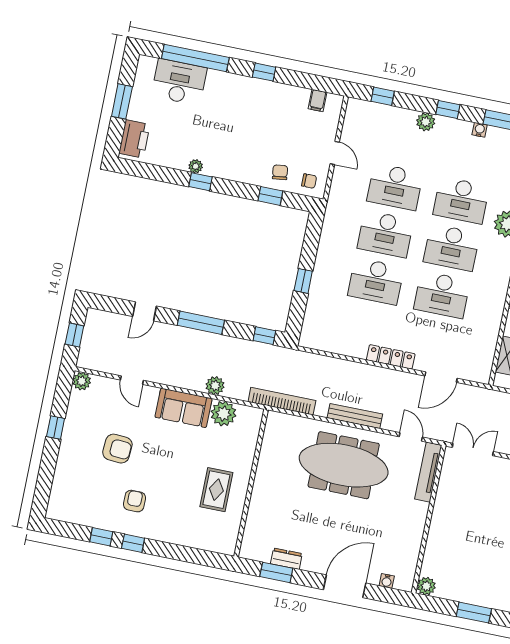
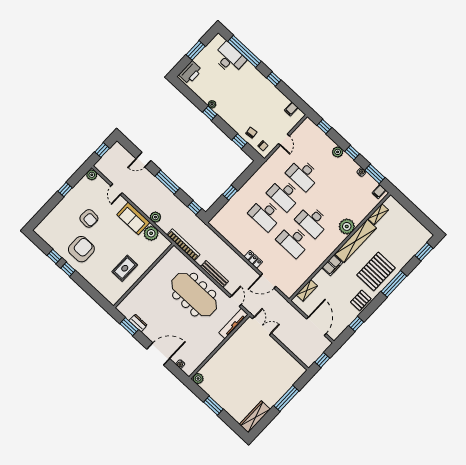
desk: (461, 200) -> (331, 201), removed
locker: (391, 357) -> (253, 259), width x0.66
armchair: (134, 501) -> (81, 249), width x1.88, depth x1.88

